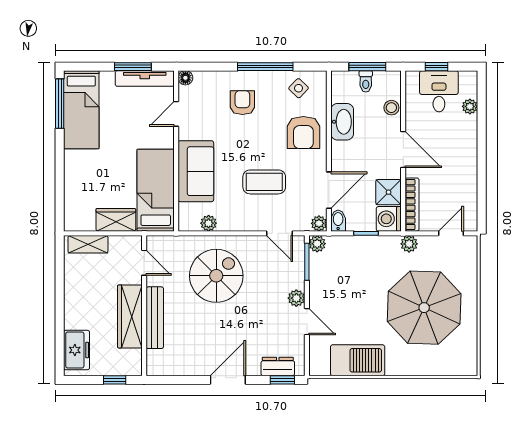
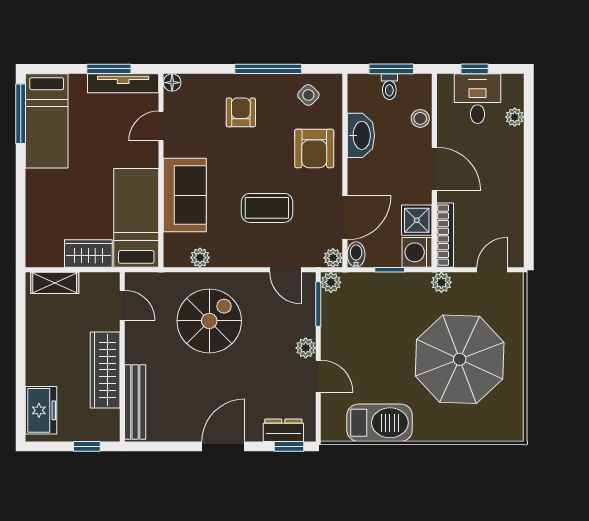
bench: (155, 318) -> (135, 402), moved

